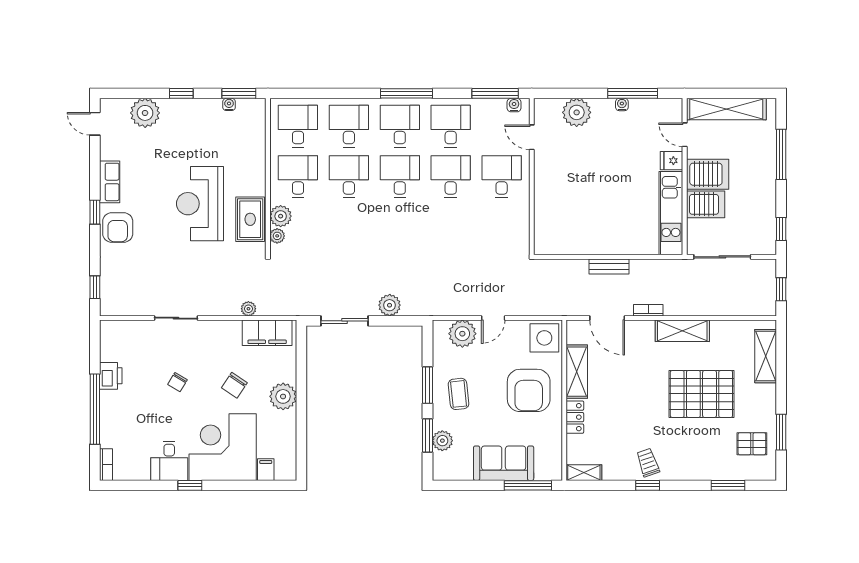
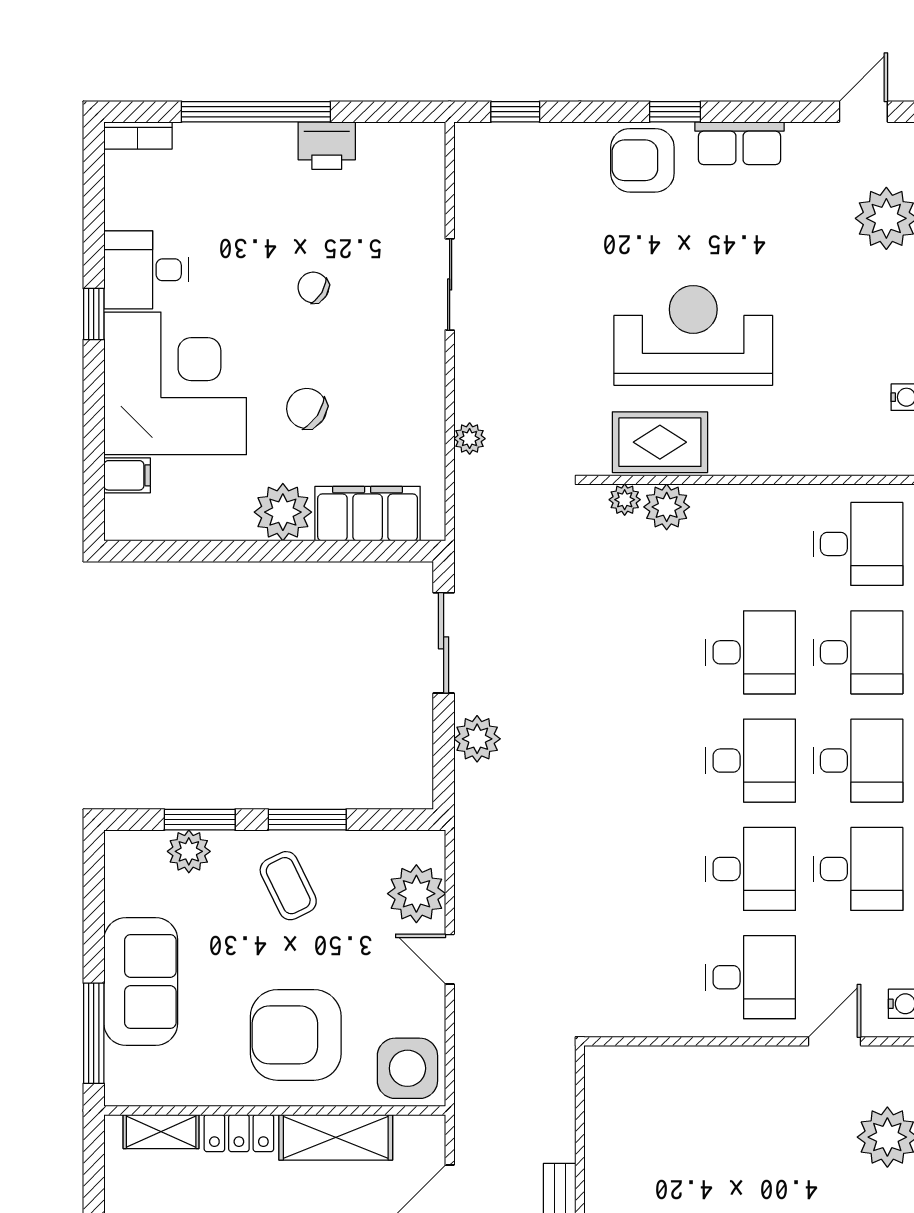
desk: (298, 177) -> (751, 544), removed
filing cabinet: (267, 333) -> (368, 514), moved, turned 90
coffee table: (459, 394) -> (288, 886), turned 70
shelving: (584, 473) -> (161, 1132), moved, turned 90

